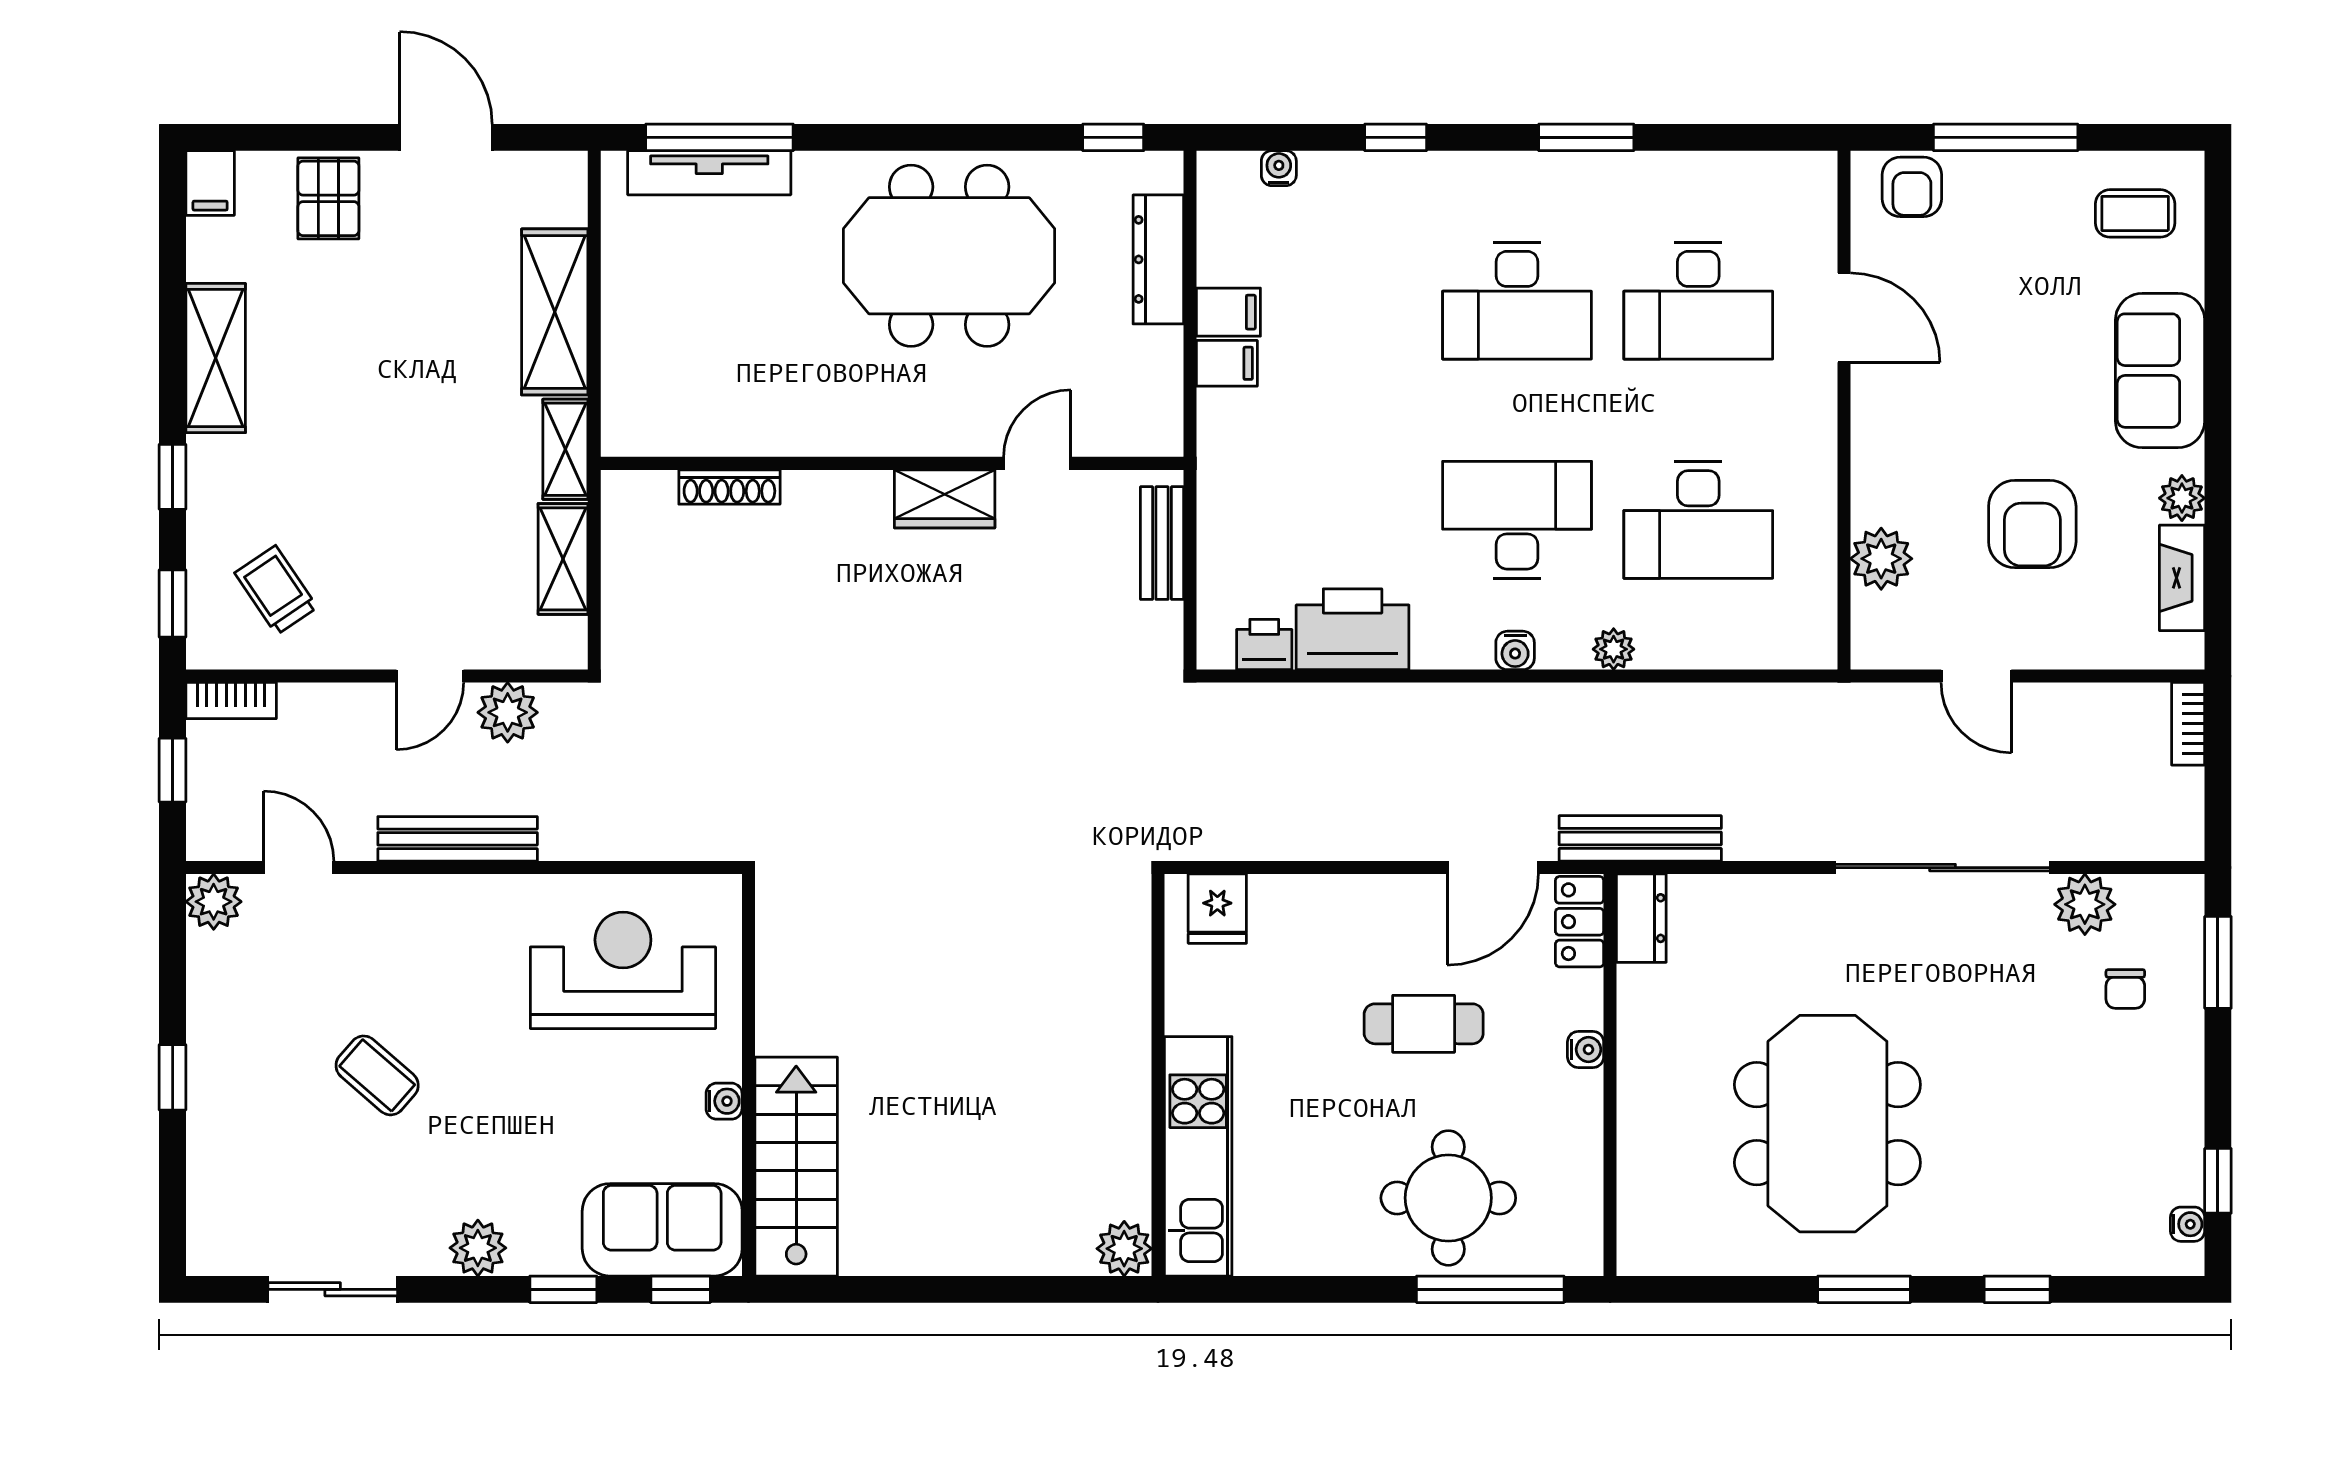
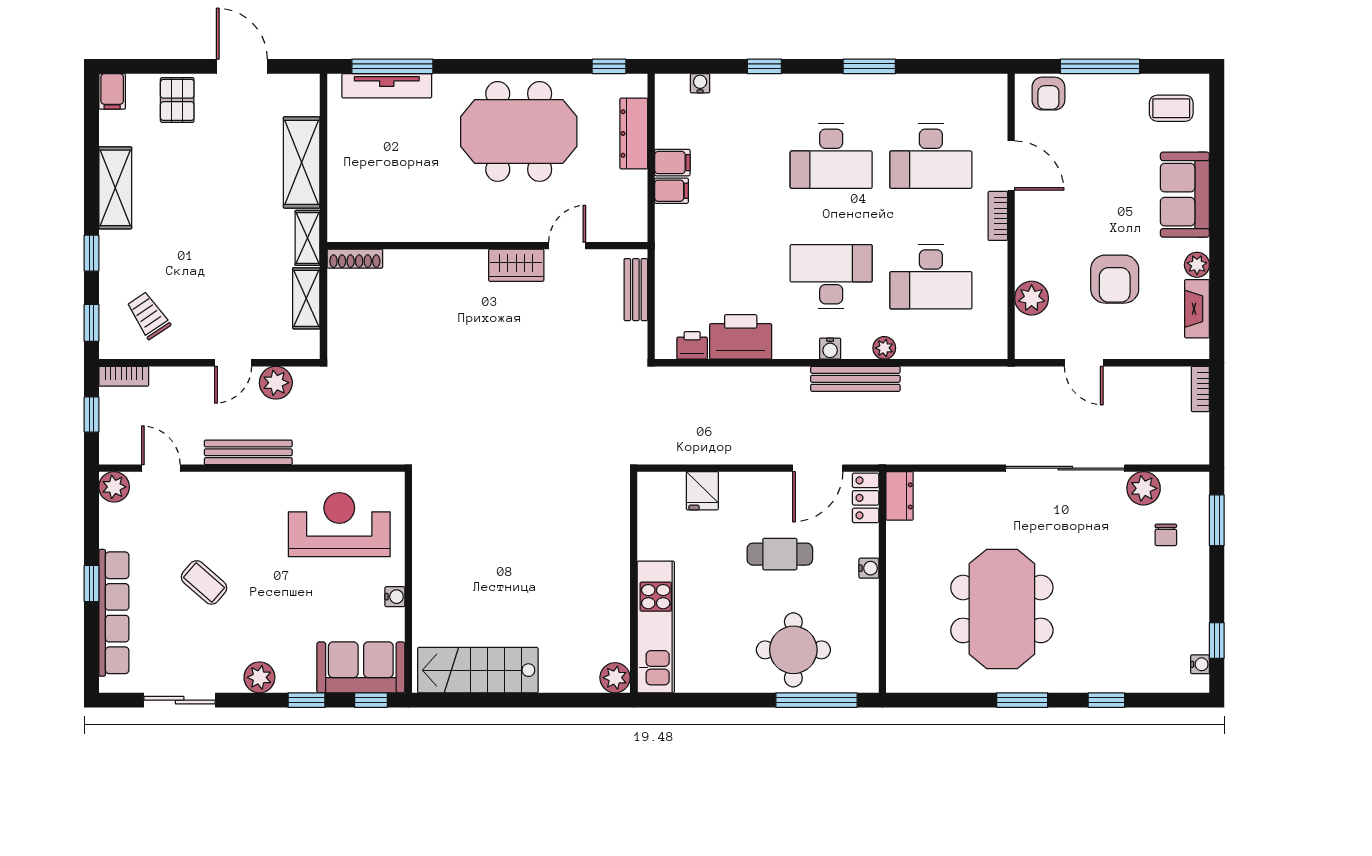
bookcase: (1820, 409) -> (998, 216), added
shoe rack: (729, 487) -> (355, 259), moved
bench: (1640, 838) -> (855, 379), moved
fridge: (1217, 909) -> (702, 491), moved
row of seats: (213, 1131) -> (114, 613), added
stairs: (796, 1167) -> (478, 670), moved, turned -90

